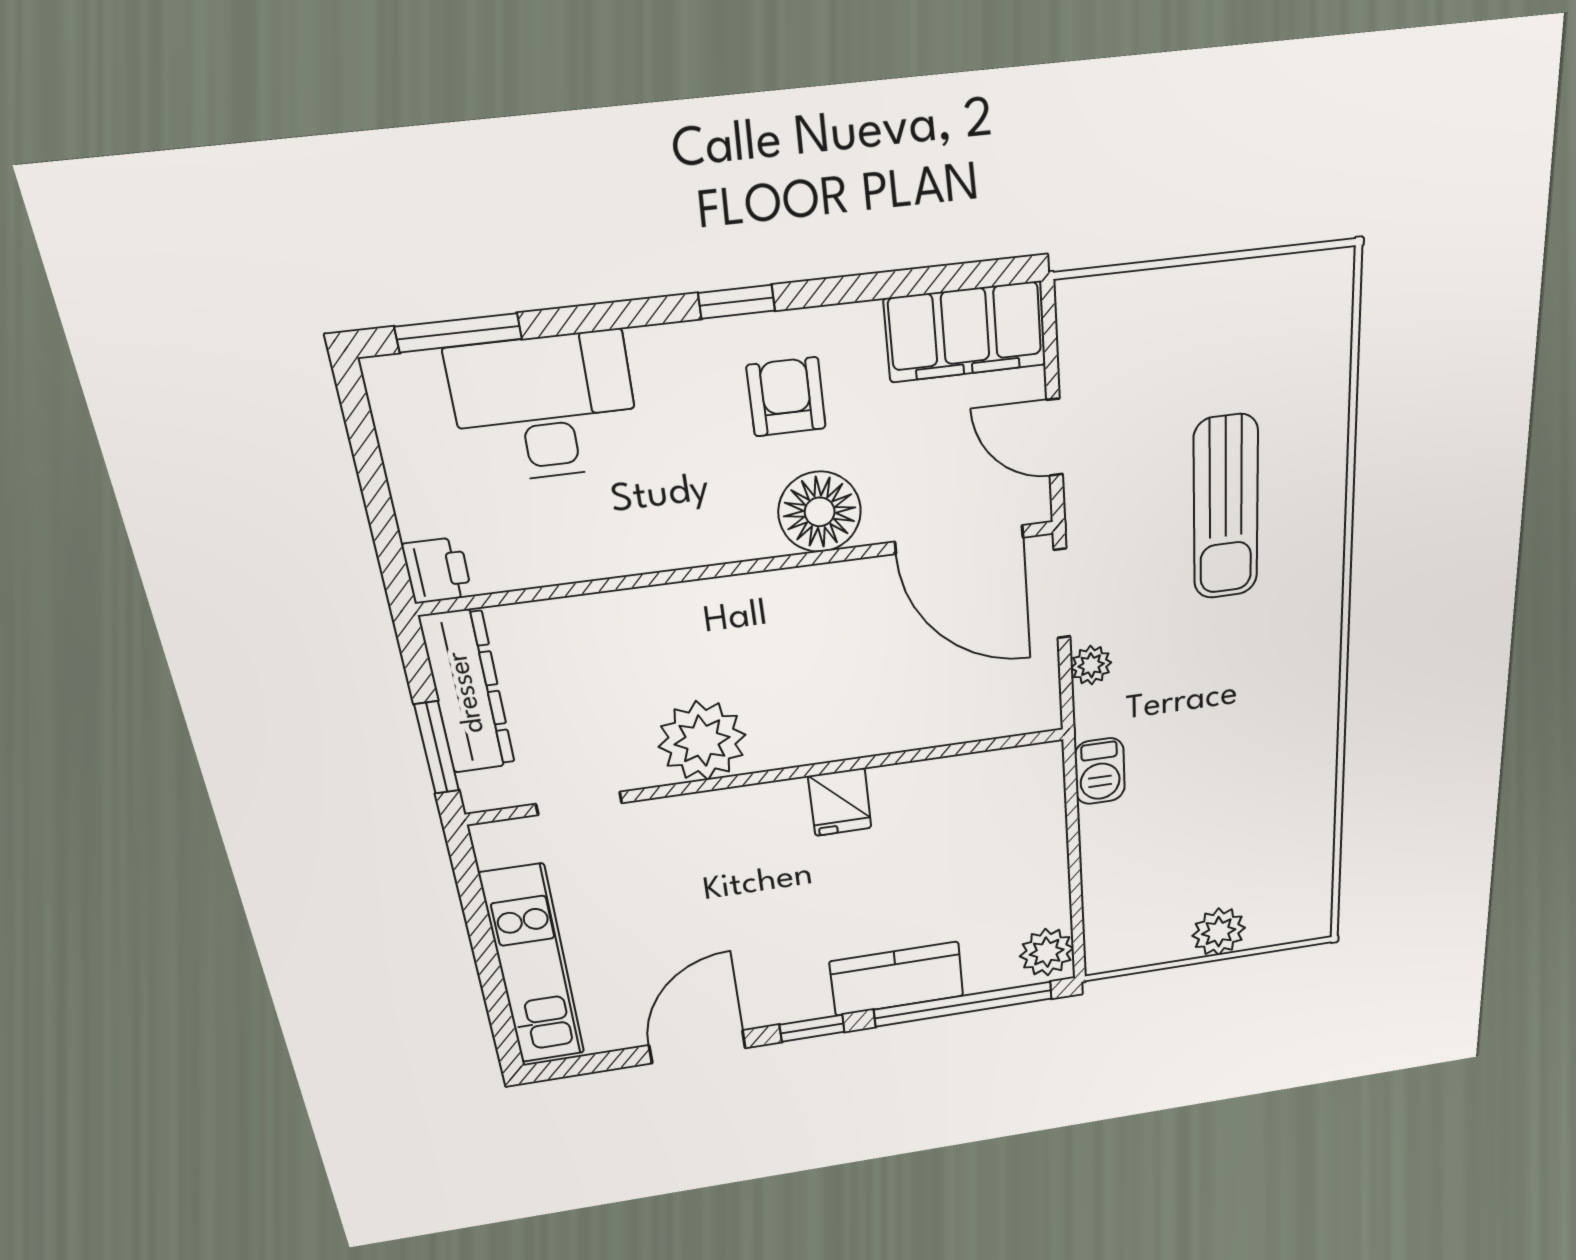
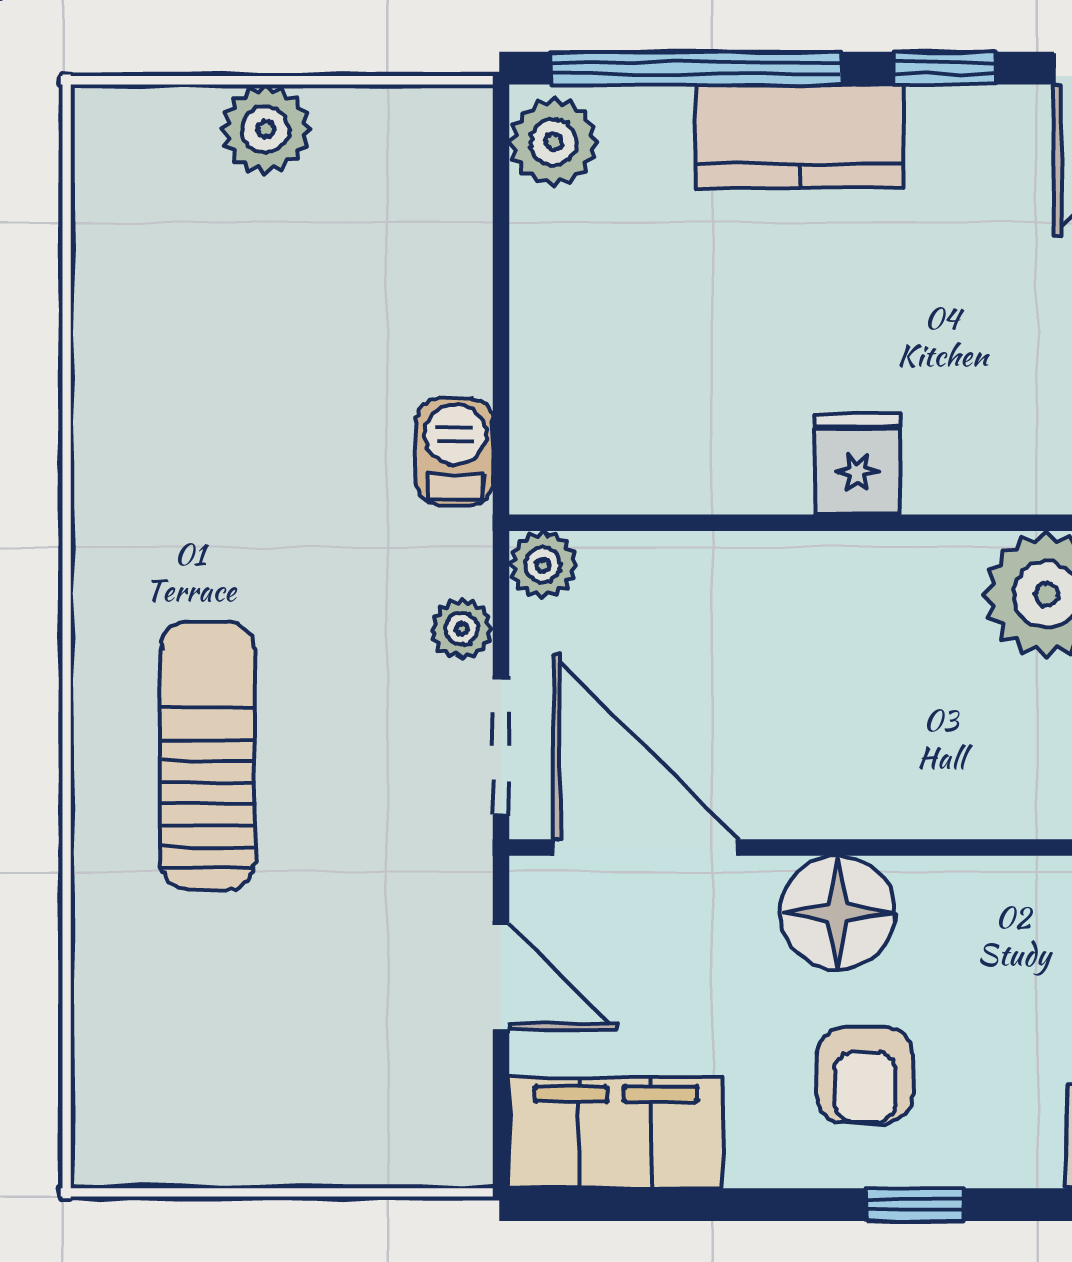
sun lounger: (1226, 508) -> (208, 756), moved
plant: (1040, 712) -> (543, 565), added

